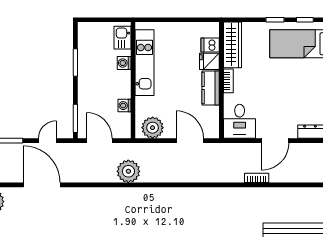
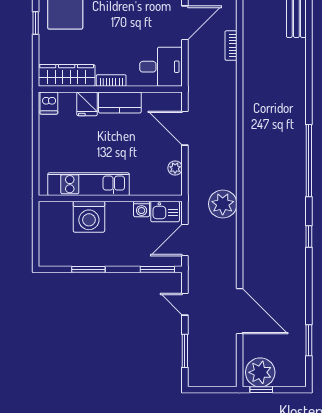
kitchen sink: (122, 38) -> (165, 211), moved
dishwasher: (210, 45) -> (49, 103), moved
washing machine: (124, 63) -> (89, 217), width x1.89, depth x1.89
plant: (153, 128) -> (175, 168), width x0.53, depth x0.53
door: (190, 141) -> (185, 128), hinge flipped
door: (275, 141) -> (185, 23), hinge flipped
door: (42, 185) -> (240, 311), swing flipped

